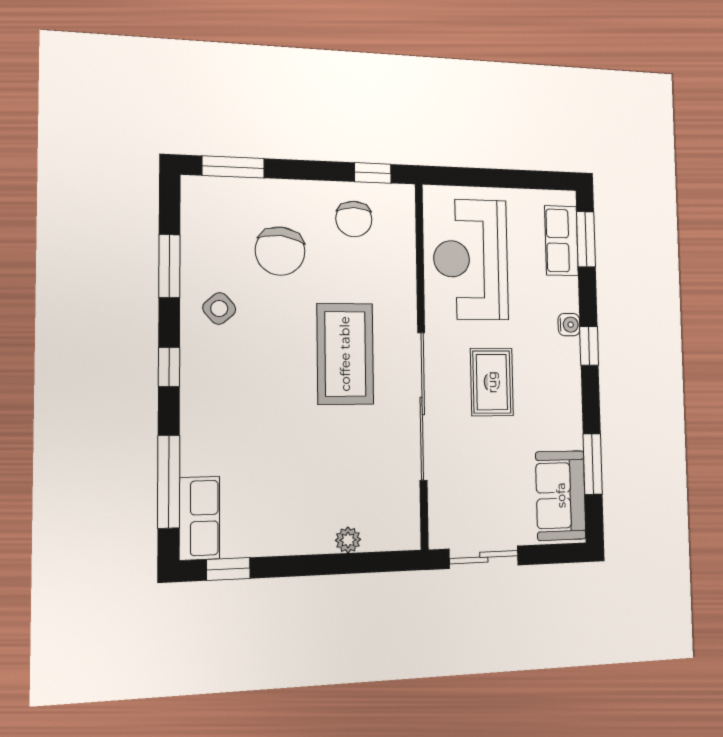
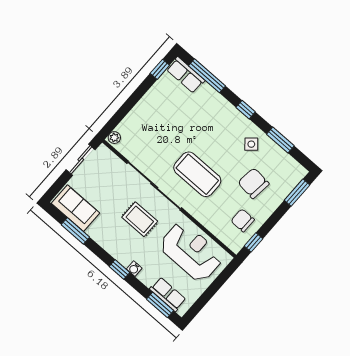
plant: (348, 540) -> (114, 138), moved

